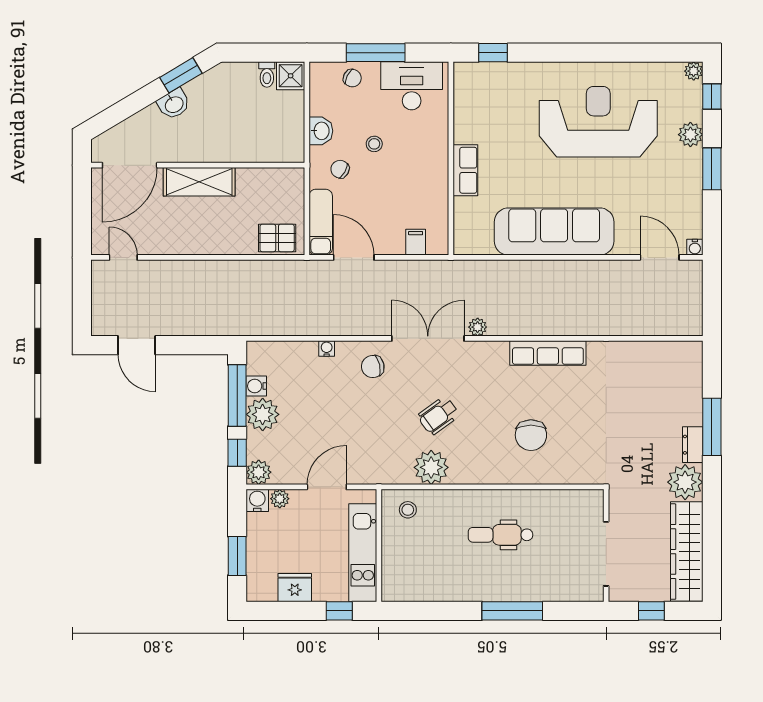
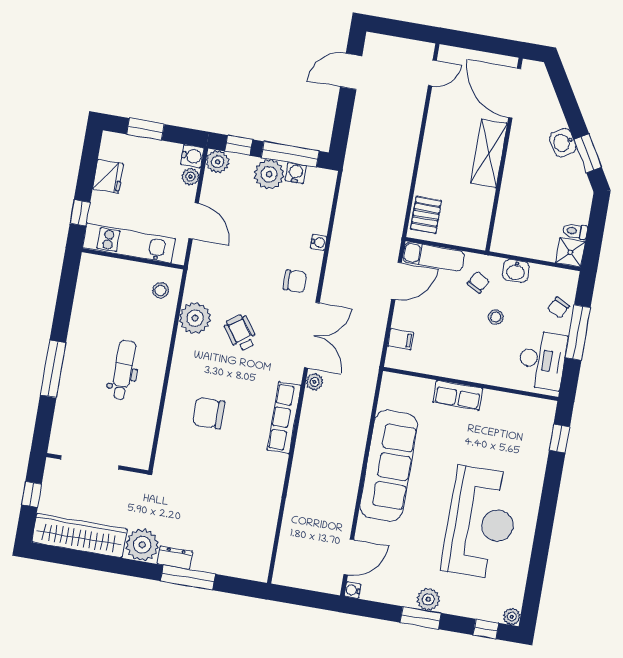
plant: (690, 135) -> (428, 599), moved
row of seats: (548, 353) -> (284, 418), moved
chair: (373, 367) -> (295, 281), turned 103

